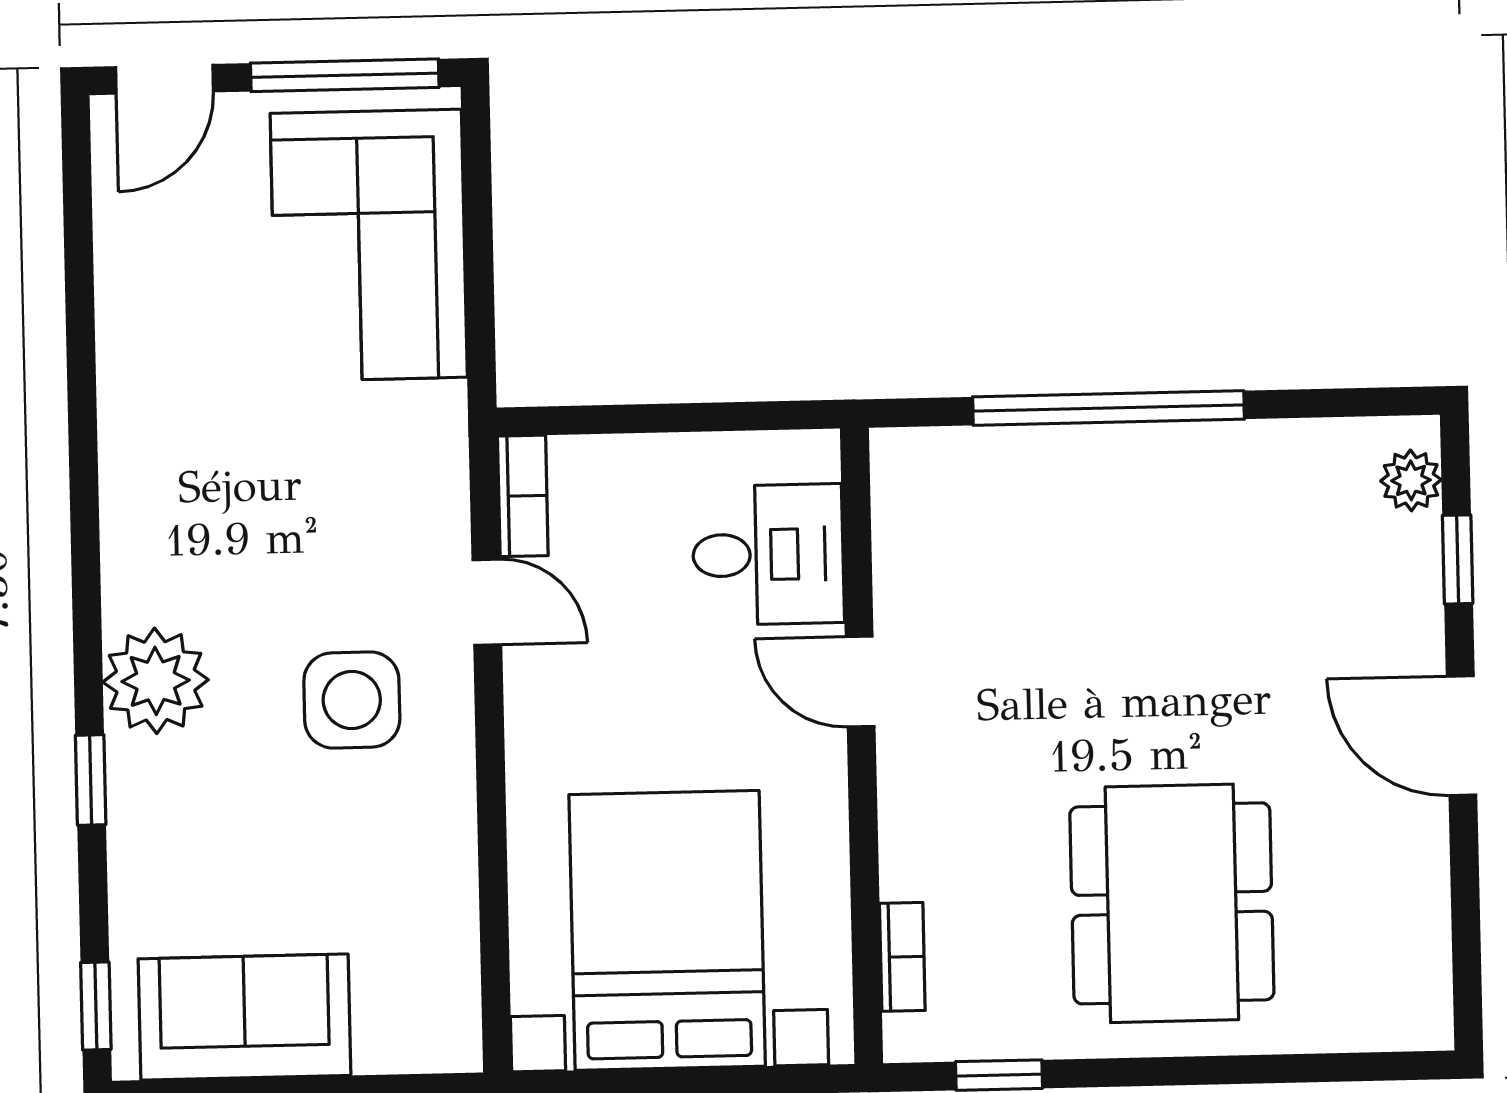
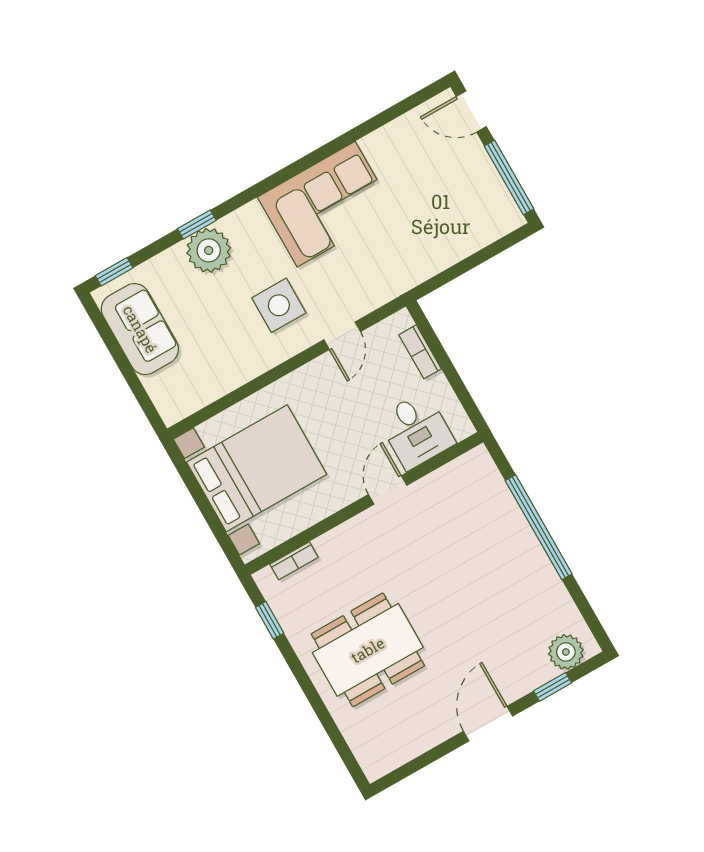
corner sofa: (369, 245) -> (326, 204), moved, turned 180
plant: (1411, 480) -> (566, 652), width x1.38, depth x1.38
bookcase: (523, 496) -> (420, 352), moved, turned 90
plant: (156, 681) -> (209, 250), moved

